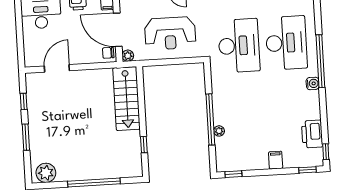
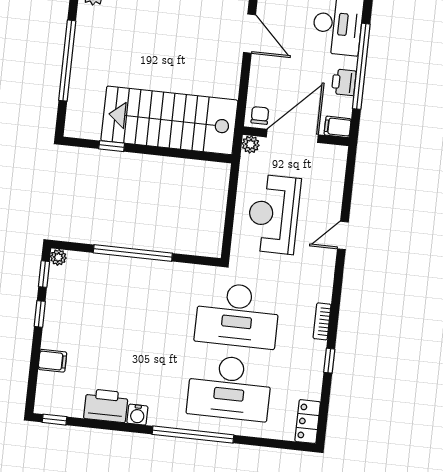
water cooler: (313, 83) -> (137, 415), moved
stairs: (127, 99) -> (169, 120), width x1.36, depth x1.51
plant: (219, 131) -> (58, 257), moved
printer: (312, 134) -> (106, 406), moved
filing cabinet: (276, 160) -> (52, 361), moved
window: (308, 170) -> (40, 314), moved

